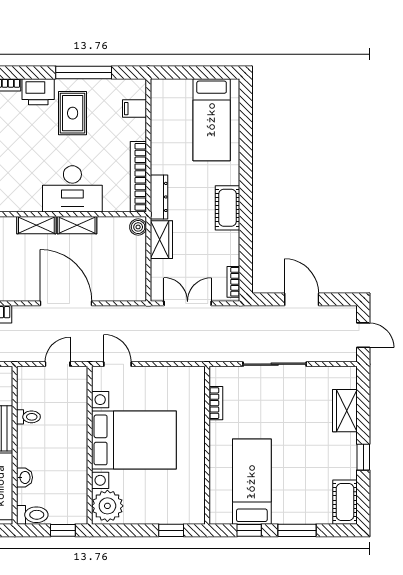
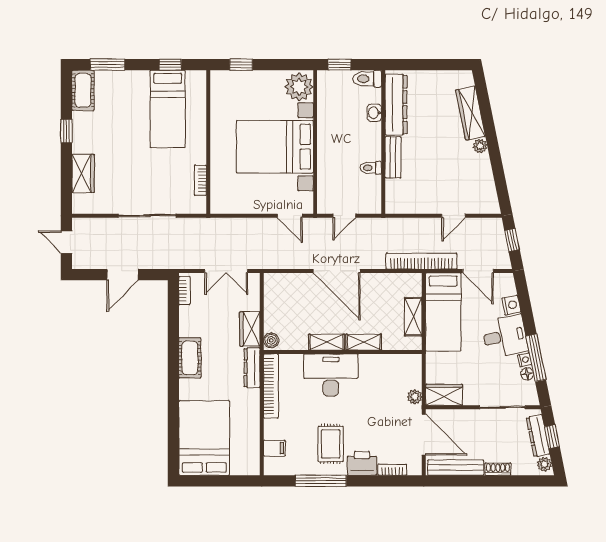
bed: (212, 120) -> (204, 438), width x1.50
door: (302, 299) -> (123, 275), hinge flipped
window: (297, 530) -> (108, 65), moved

